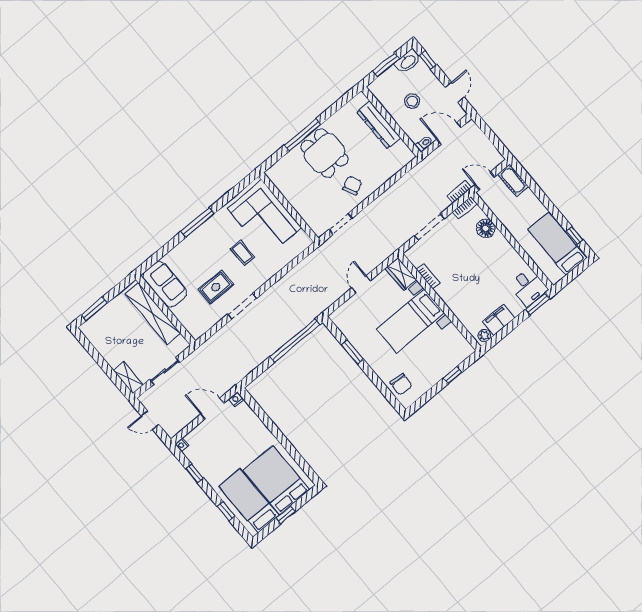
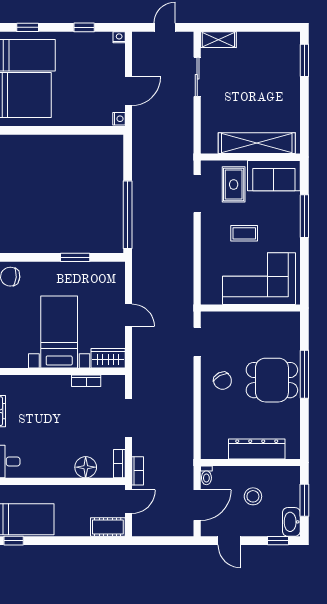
sofa: (165, 284) -> (274, 176), moved
wall: (166, 310) -> (250, 157), moved
shelving: (153, 314) -> (257, 143), moved

